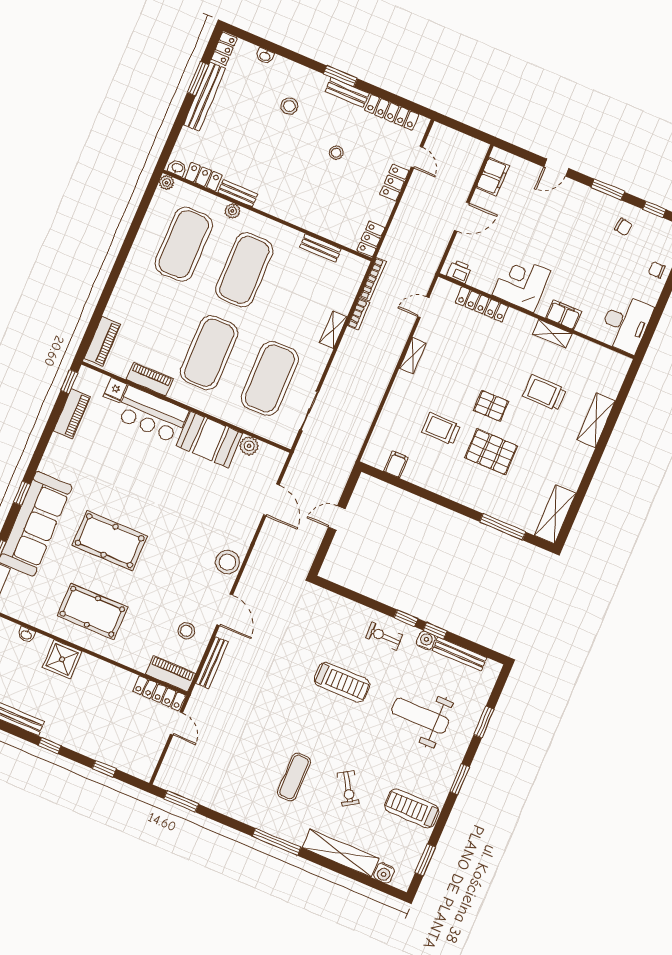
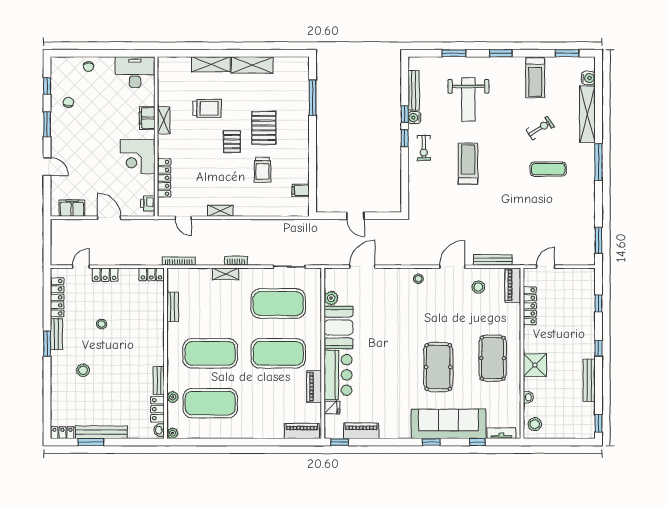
washbasin: (265, 56) -> (55, 402), removed
plant: (232, 211) -> (173, 397), moved
bookcase: (359, 314) -> (236, 261), moved
trolley: (544, 393) -> (207, 108), turned -90
shelving: (555, 514) -> (252, 65), moved
stool: (227, 562) -> (418, 279), width x0.53, depth x0.53
locker: (159, 693) -> (530, 306), moved

